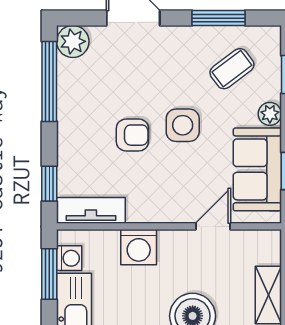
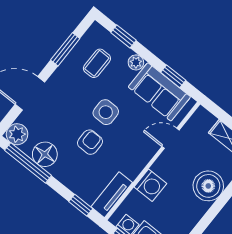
coffee table: (232, 69) -> (97, 63), turned 37
floor lamp: (75, 93) -> (45, 154), added
door: (213, 226) -> (170, 138), hinge flipped

